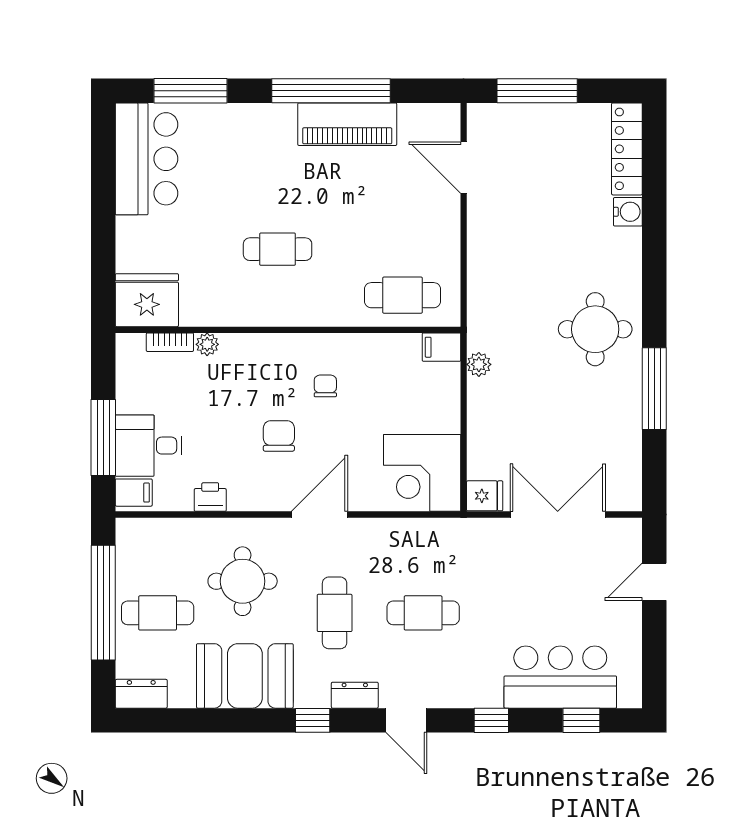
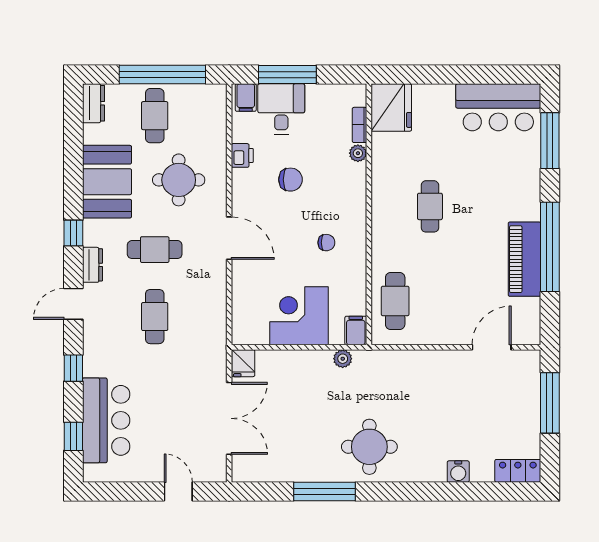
locker: (627, 149) -> (518, 471), width x0.66
chair: (279, 436) -> (291, 180), moved
corner desk: (422, 473) -> (299, 316), moved

